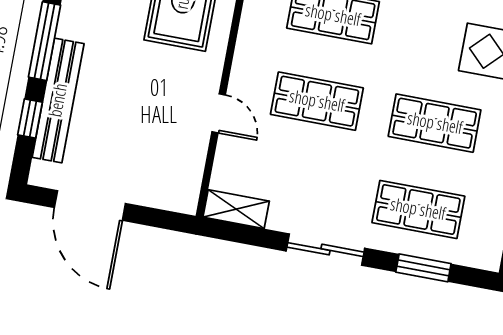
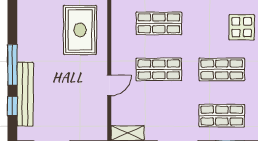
door: (219, 113) -> (109, 85), hinge flipped

